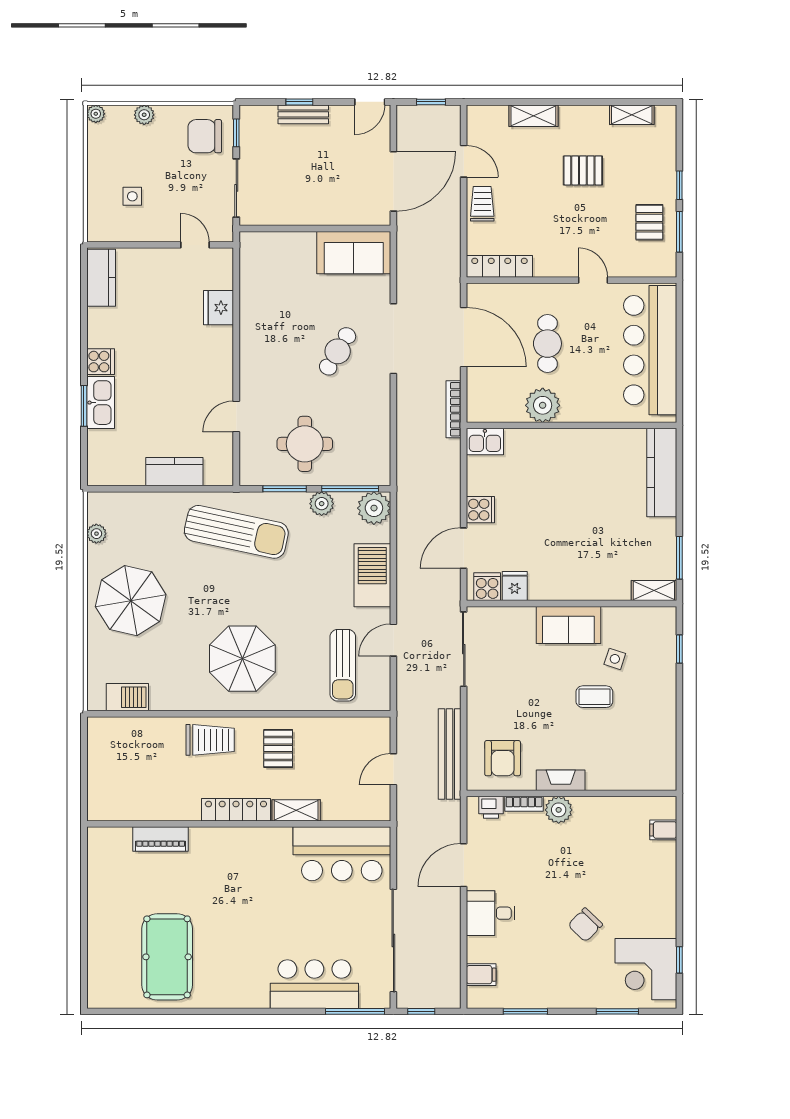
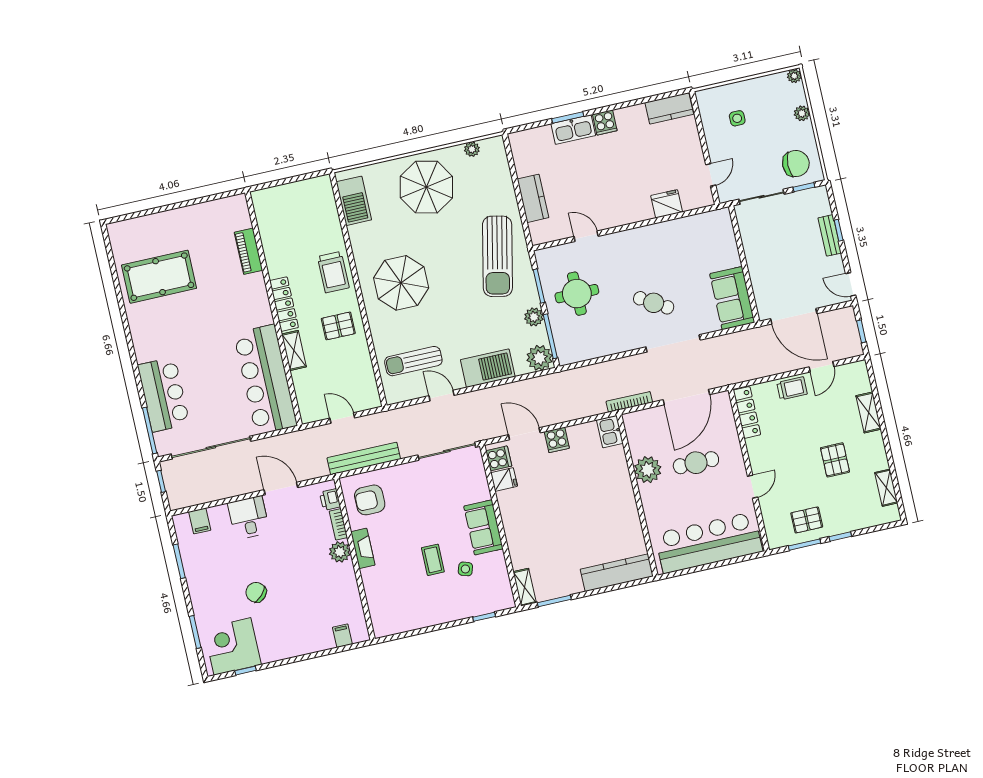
chair: (205, 136) -> (796, 164), turned 91
barbecue: (127, 697) -> (354, 201), width x1.37, depth x1.21
bar counter: (342, 854) -> (265, 379), width x1.36

